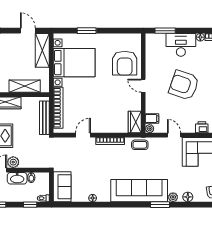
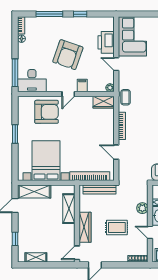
window: (87, 31) -> (15, 134), moved
window: (165, 31) -> (15, 73), width x1.44
desk: (181, 45) -> (32, 81), moved, turned -90
filing cabinet: (152, 119) -> (82, 85), moved
printer: (202, 127) -> (106, 42), width x1.87, depth x1.48
door: (174, 135) -> (116, 64), hinge flipped
plant: (13, 162) -> (142, 208), moved

